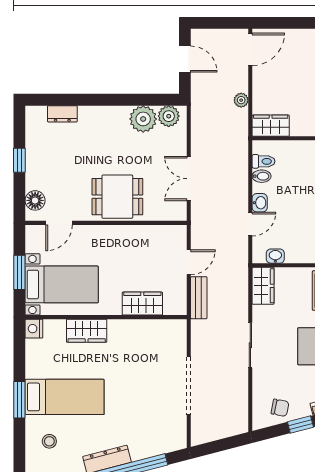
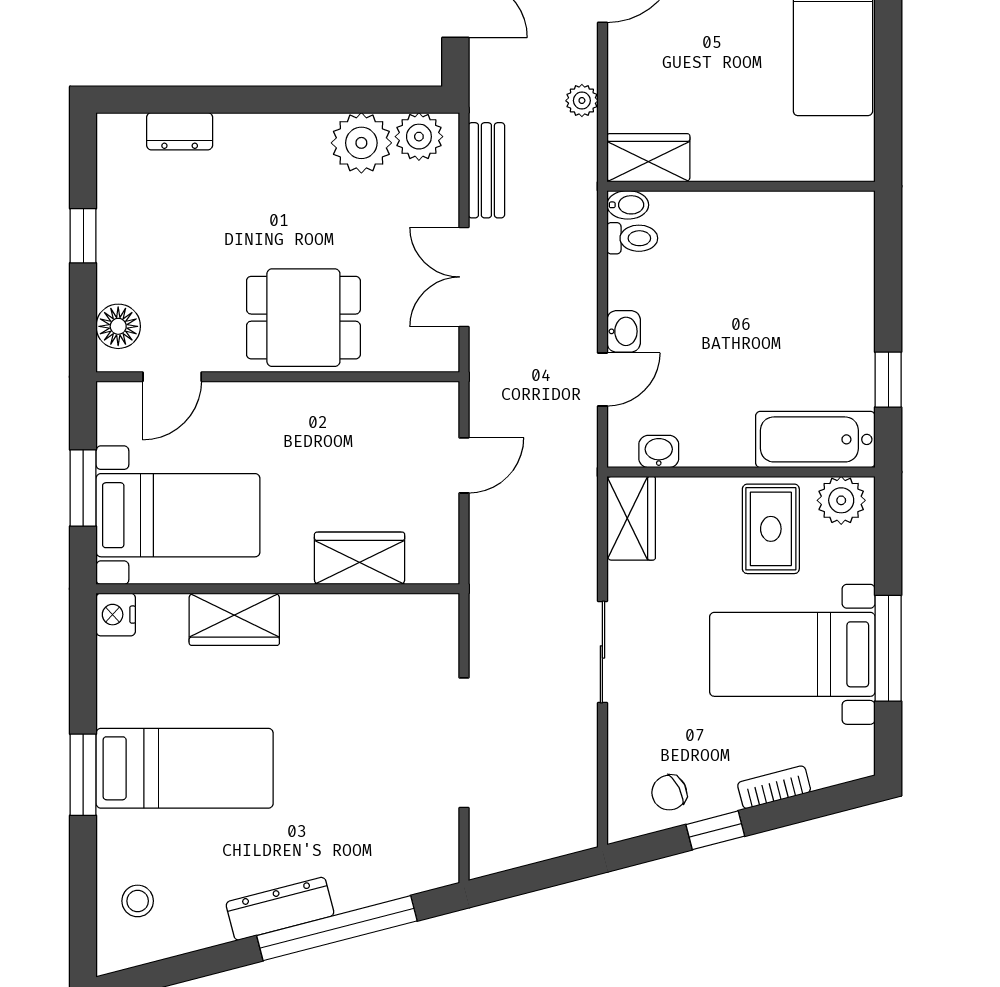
bidet: (262, 176) -> (628, 205), moved
bench: (199, 298) -> (486, 170), moved
chair: (280, 408) -> (669, 793), turned 142
stool: (49, 441) -> (138, 901), moved

